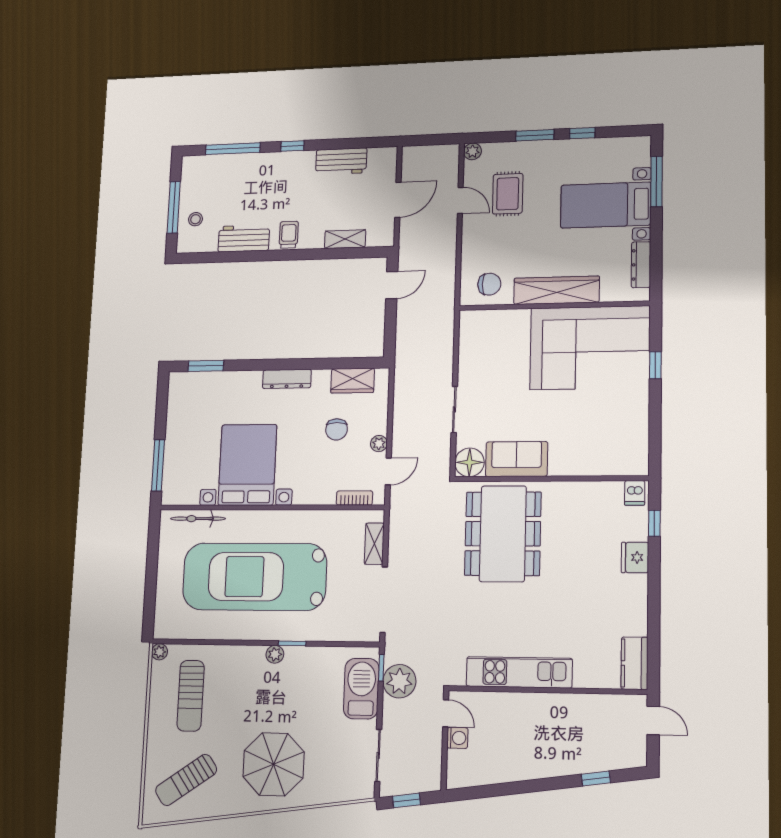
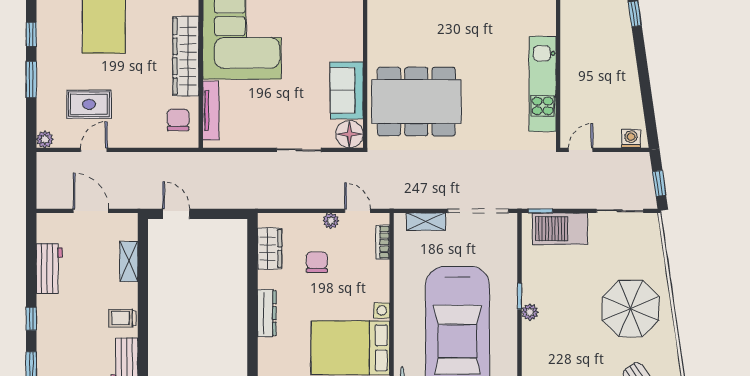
tv unit: (498, 317) -> (211, 110), added
chair: (337, 429) -> (317, 262), turned -90
plant: (399, 681) -> (553, 193), removed
washing machine: (457, 738) -> (631, 138), moved

